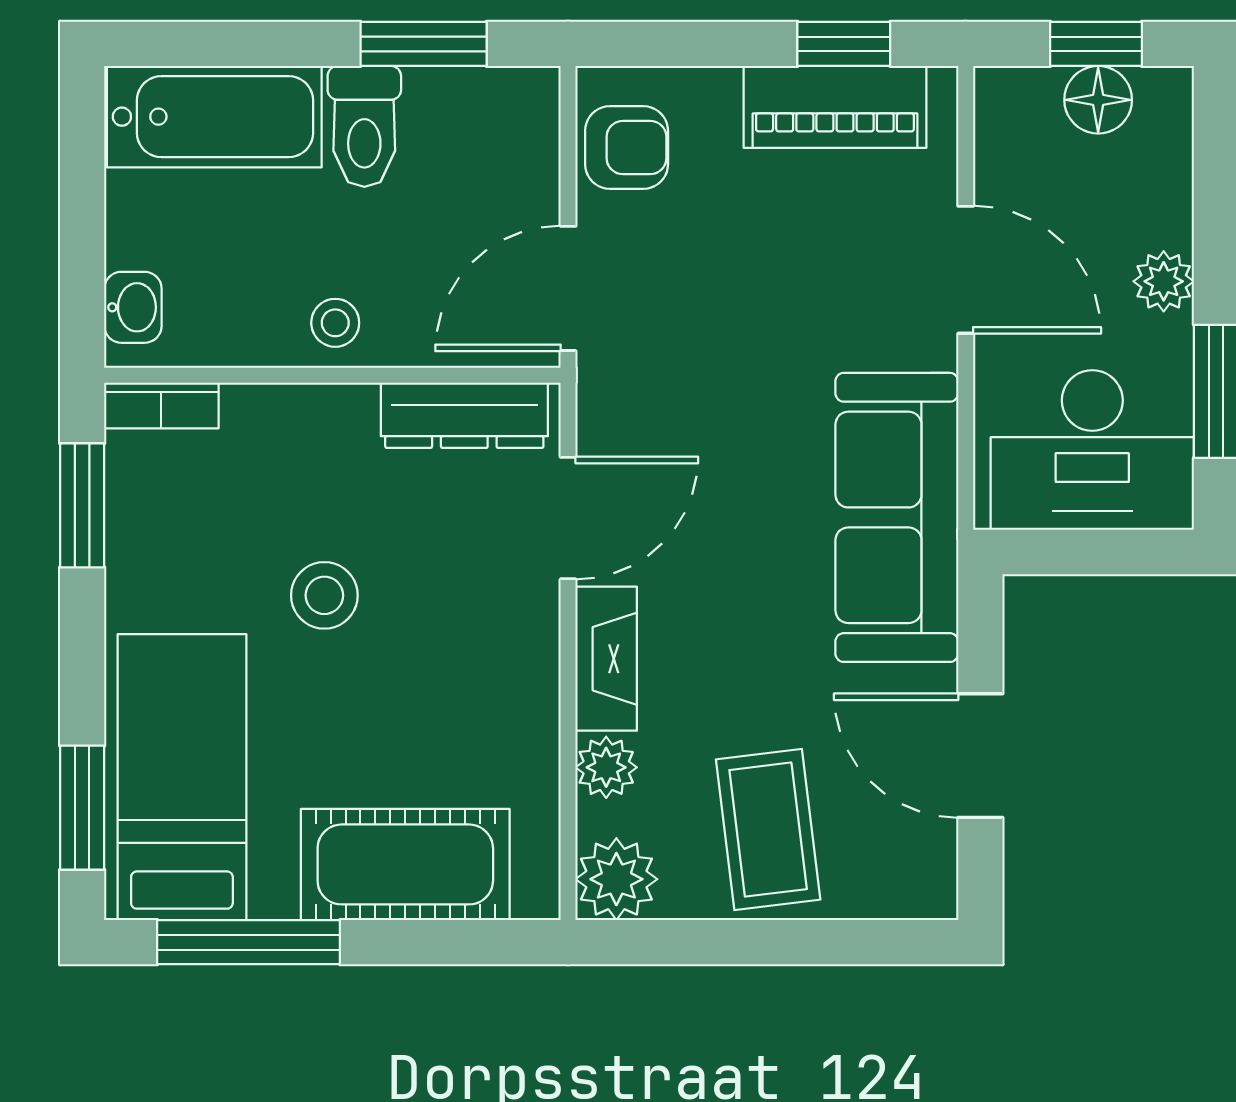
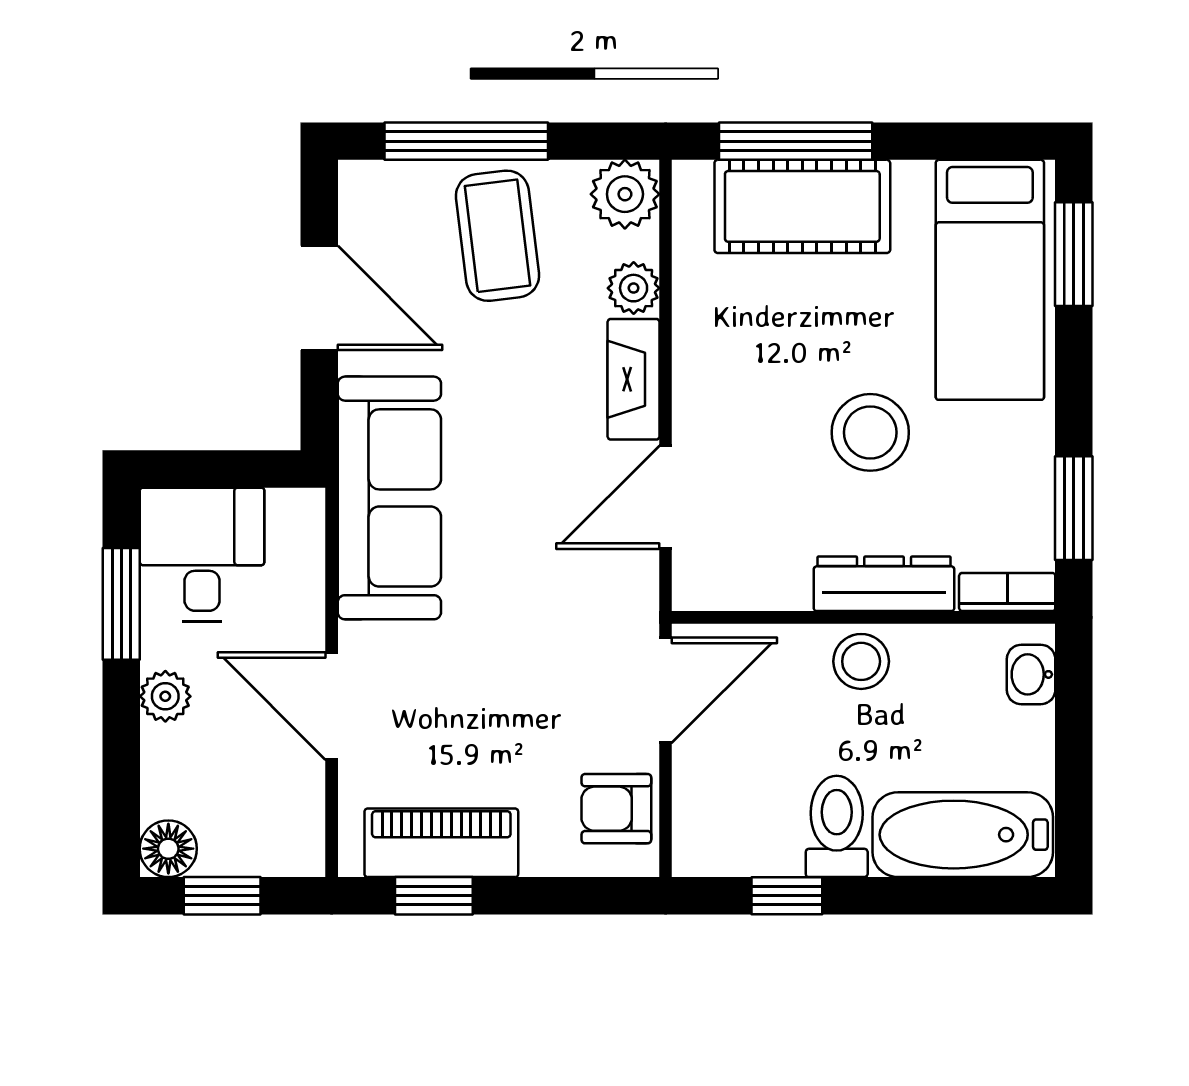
window: (424, 44) -> (787, 896), width x0.67
floor lamp: (1098, 100) -> (168, 849), moved
stool: (335, 323) -> (861, 661), width x1.37, depth x1.37
dresser: (464, 415) -> (884, 584), moved
desk: (1092, 450) -> (202, 555), width x0.73
stool: (324, 595) -> (870, 432), width x1.38, depth x1.38
window: (249, 942) -> (796, 141), moved
window: (805, 942) -> (466, 141), added

